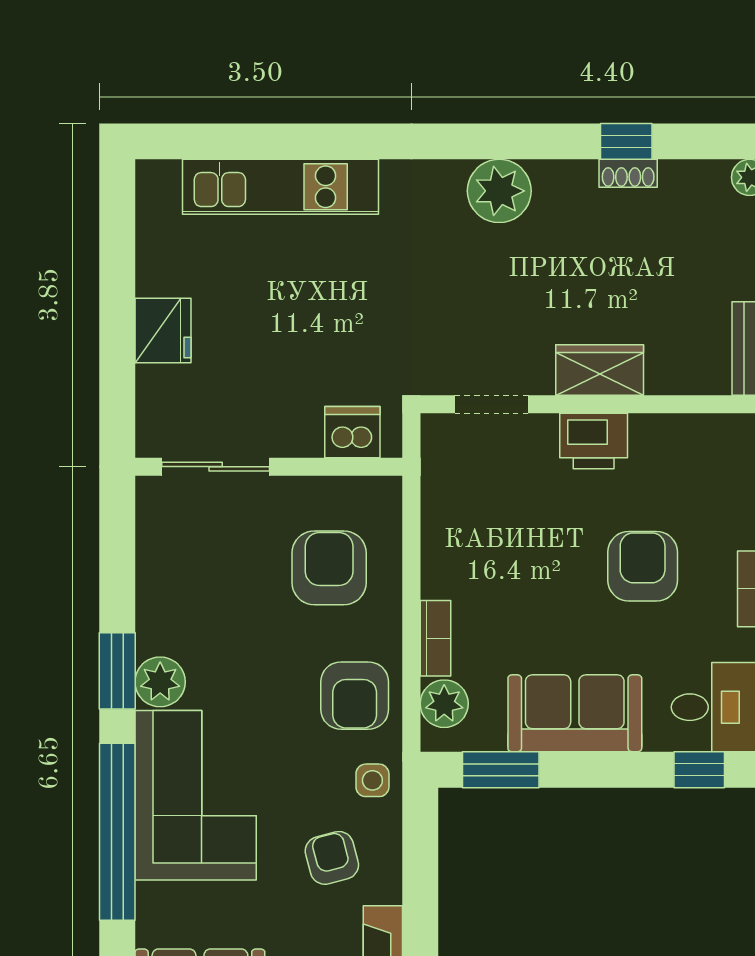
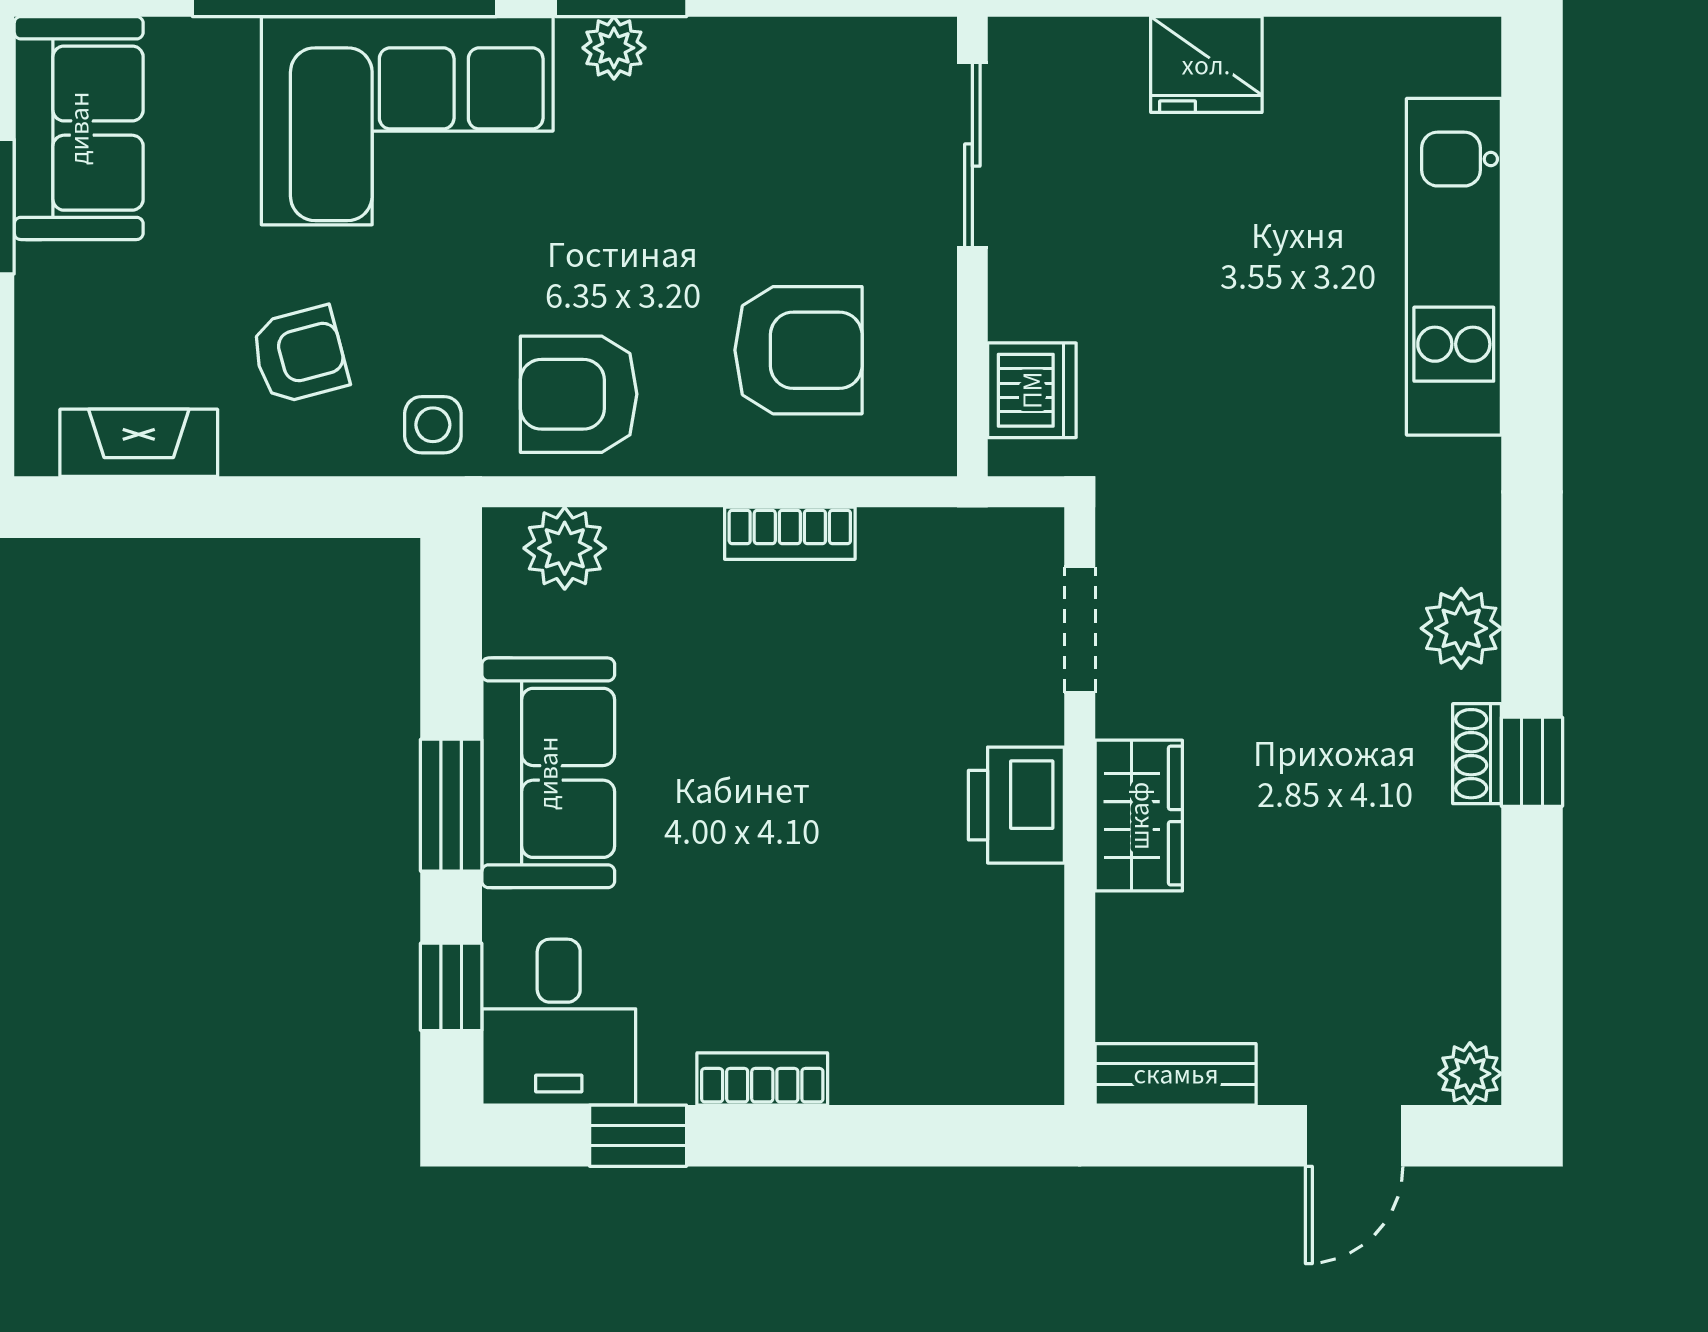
window: (626, 141) -> (1532, 762), moved
shoe rack: (628, 173) -> (1477, 754), moved
plant: (499, 191) -> (1461, 628), width x0.73, depth x0.73
armchair: (643, 566) -> (801, 889), removed
bookcase: (435, 638) -> (790, 533), moved
plant: (160, 682) -> (614, 48), width x0.73, depth x0.73
window: (501, 770) -> (451, 805), moved

